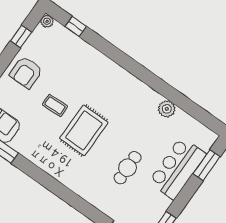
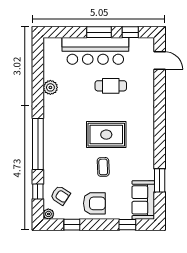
armchair: (57, 45) -> (60, 195), added
window: (121, 59) -> (38, 144), added
window: (206, 165) -> (99, 32), moved
bar counter: (177, 168) -> (95, 51), width x1.36

